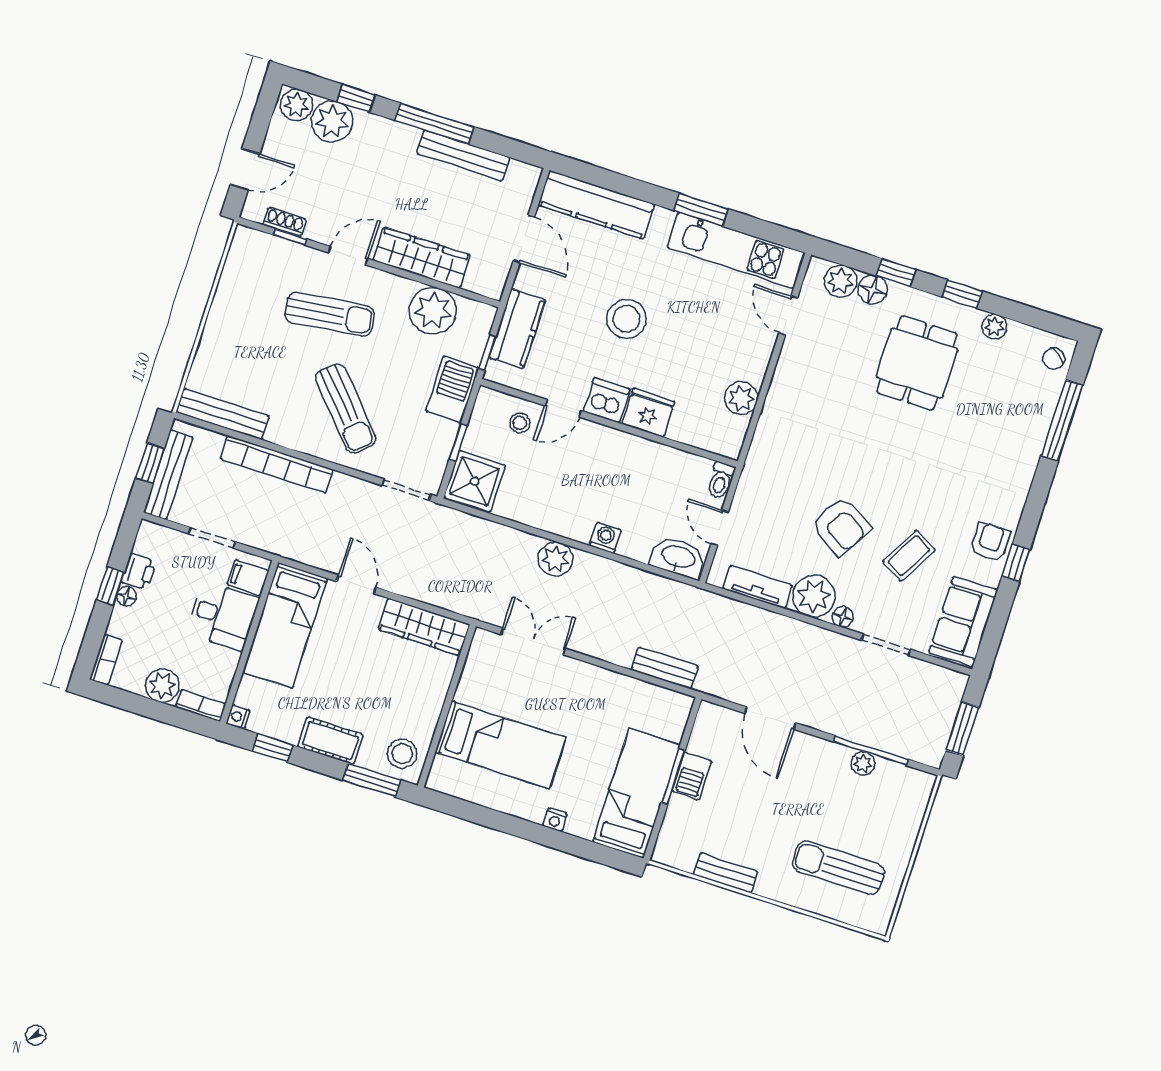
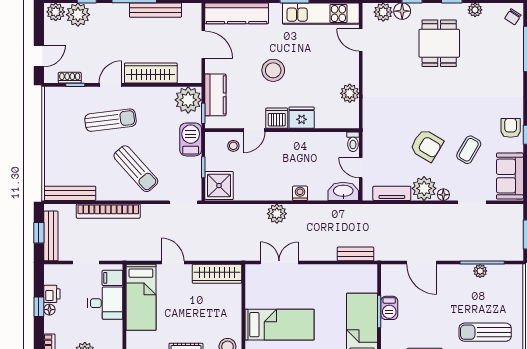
plant: (433, 311) -> (188, 100), moved

